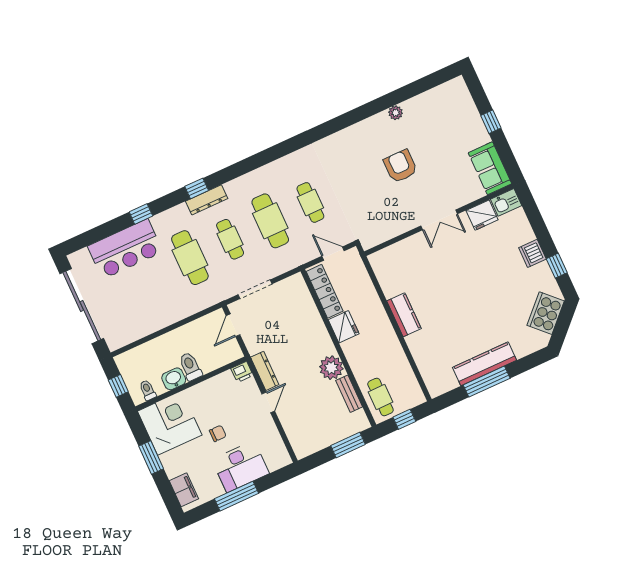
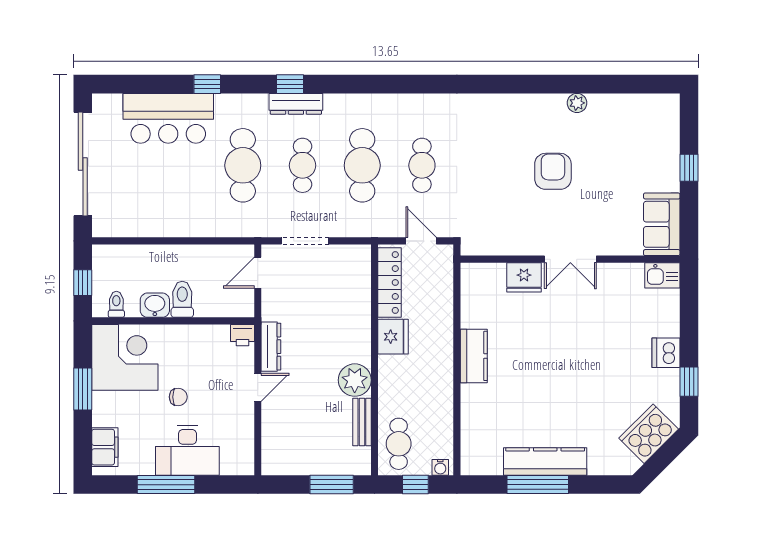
fridge: (482, 215) -> (524, 277), moved
water cooler: (416, 400) -> (440, 467), added

